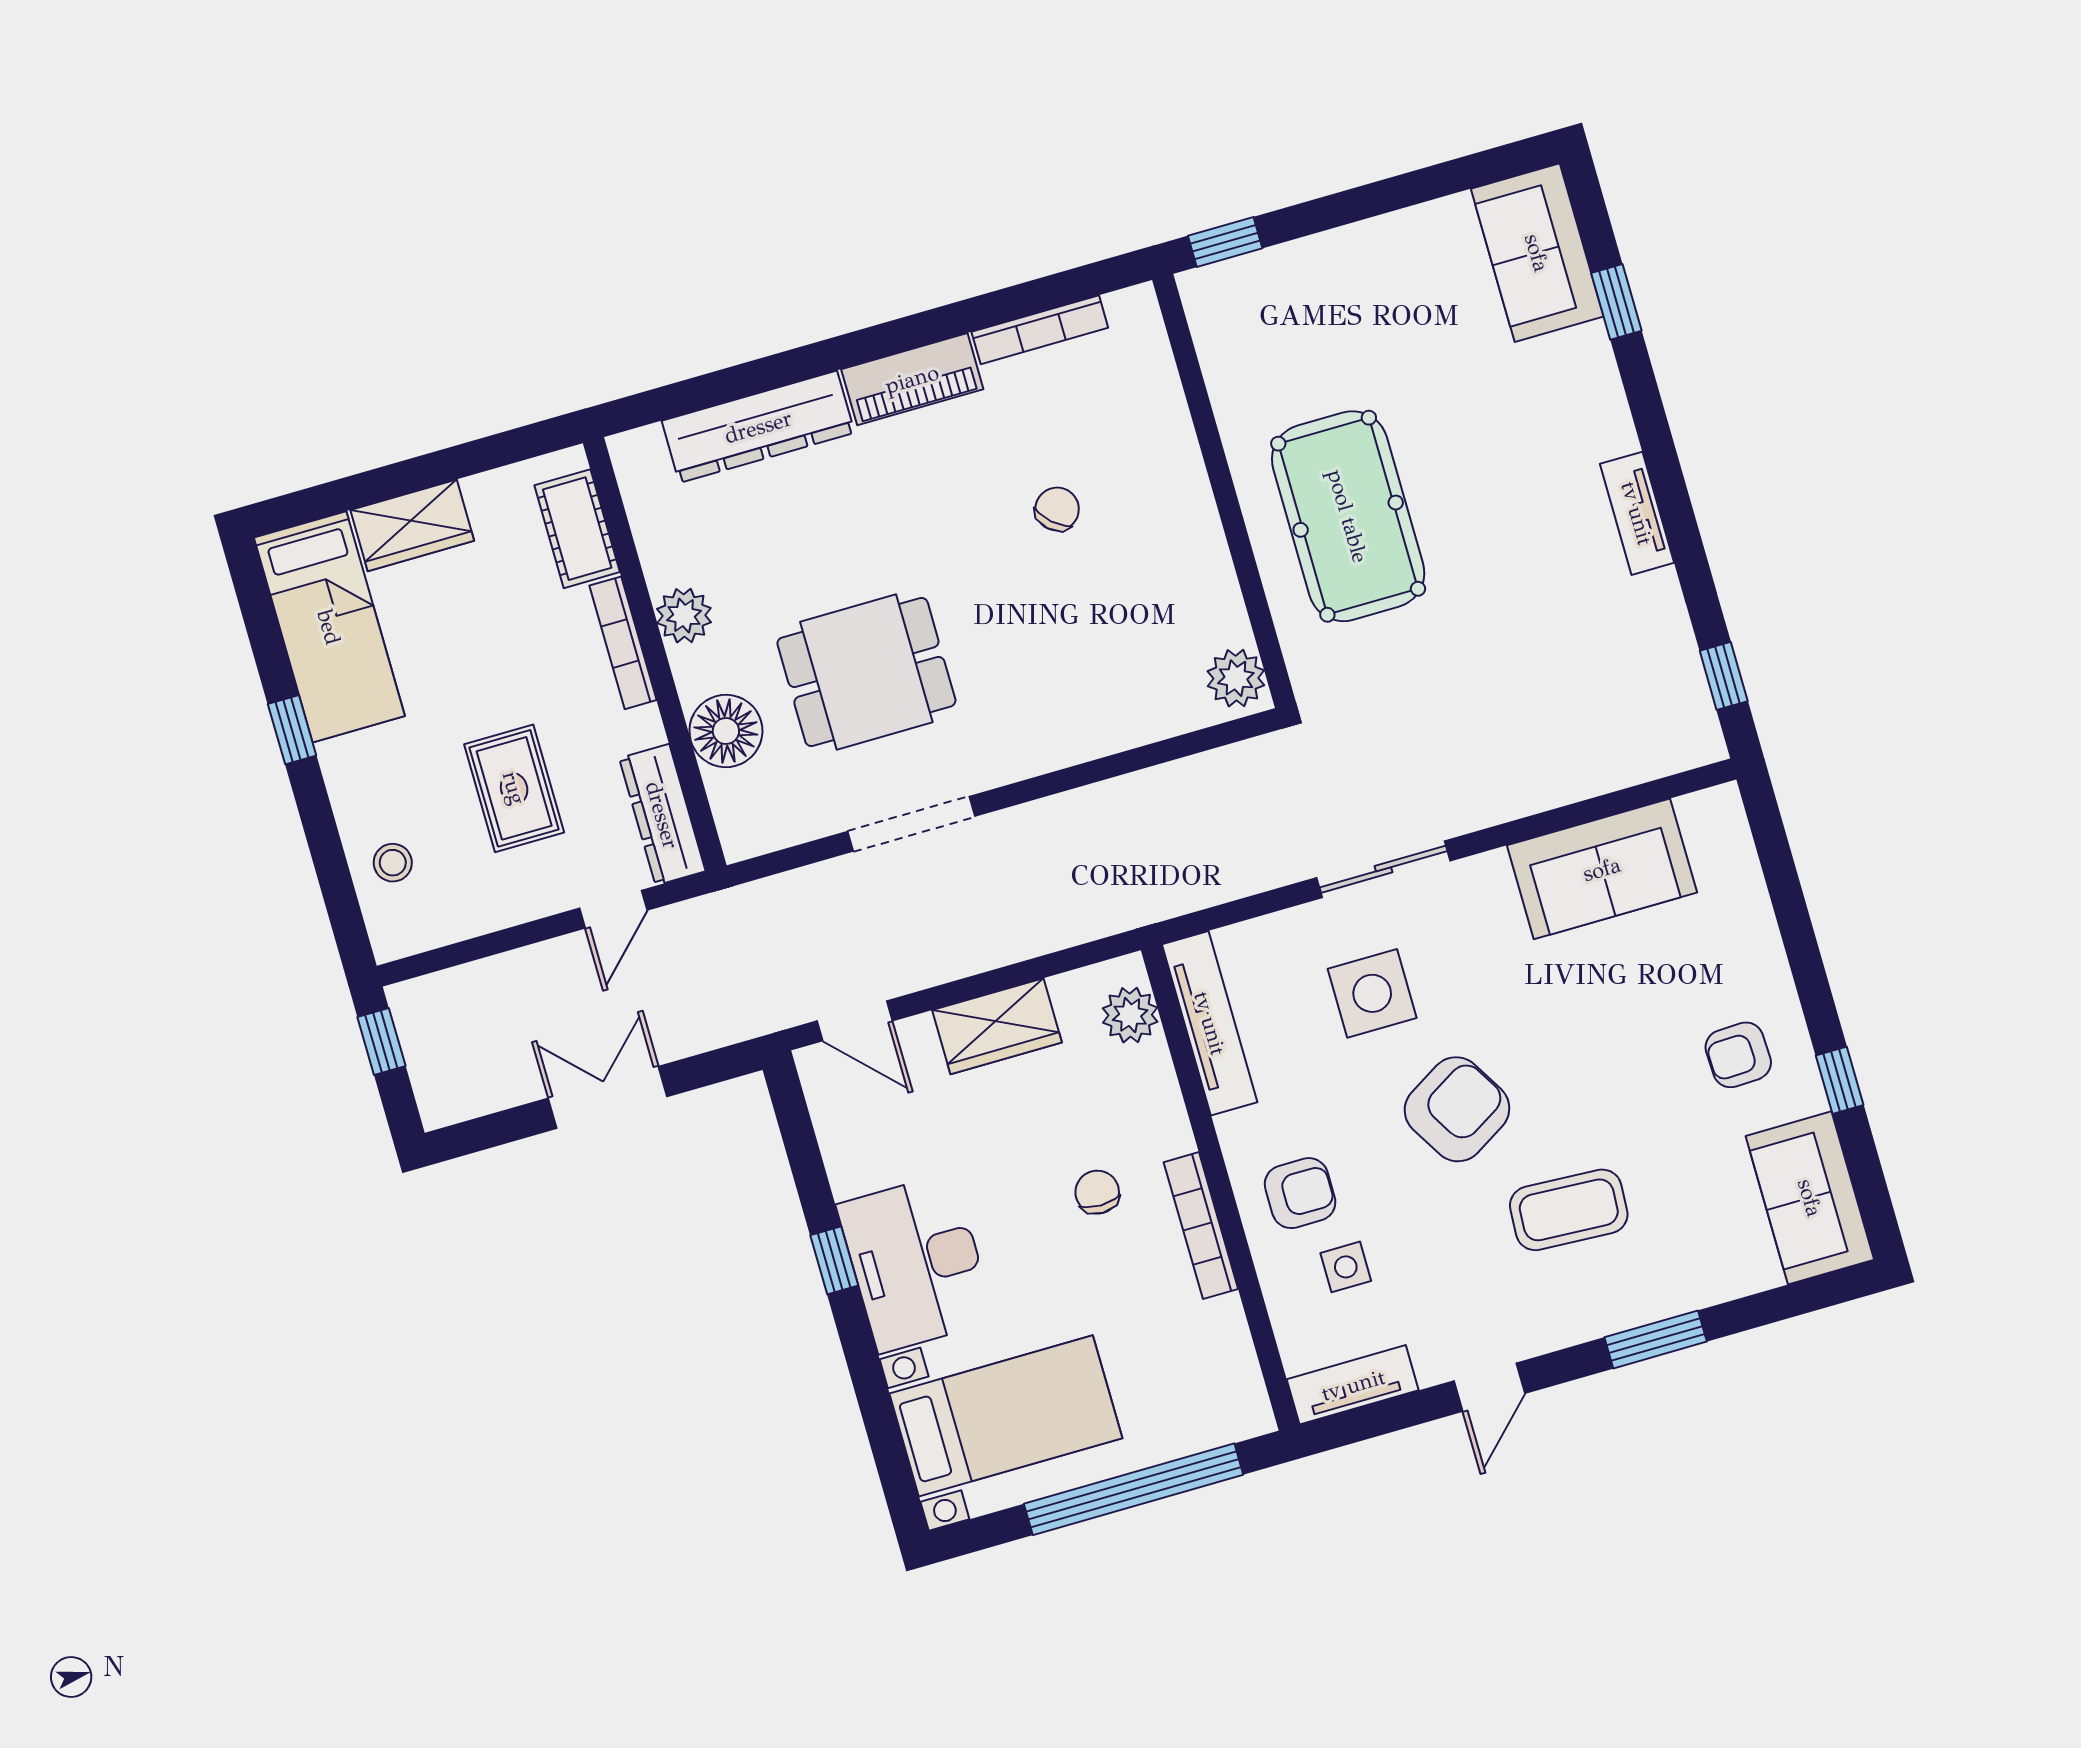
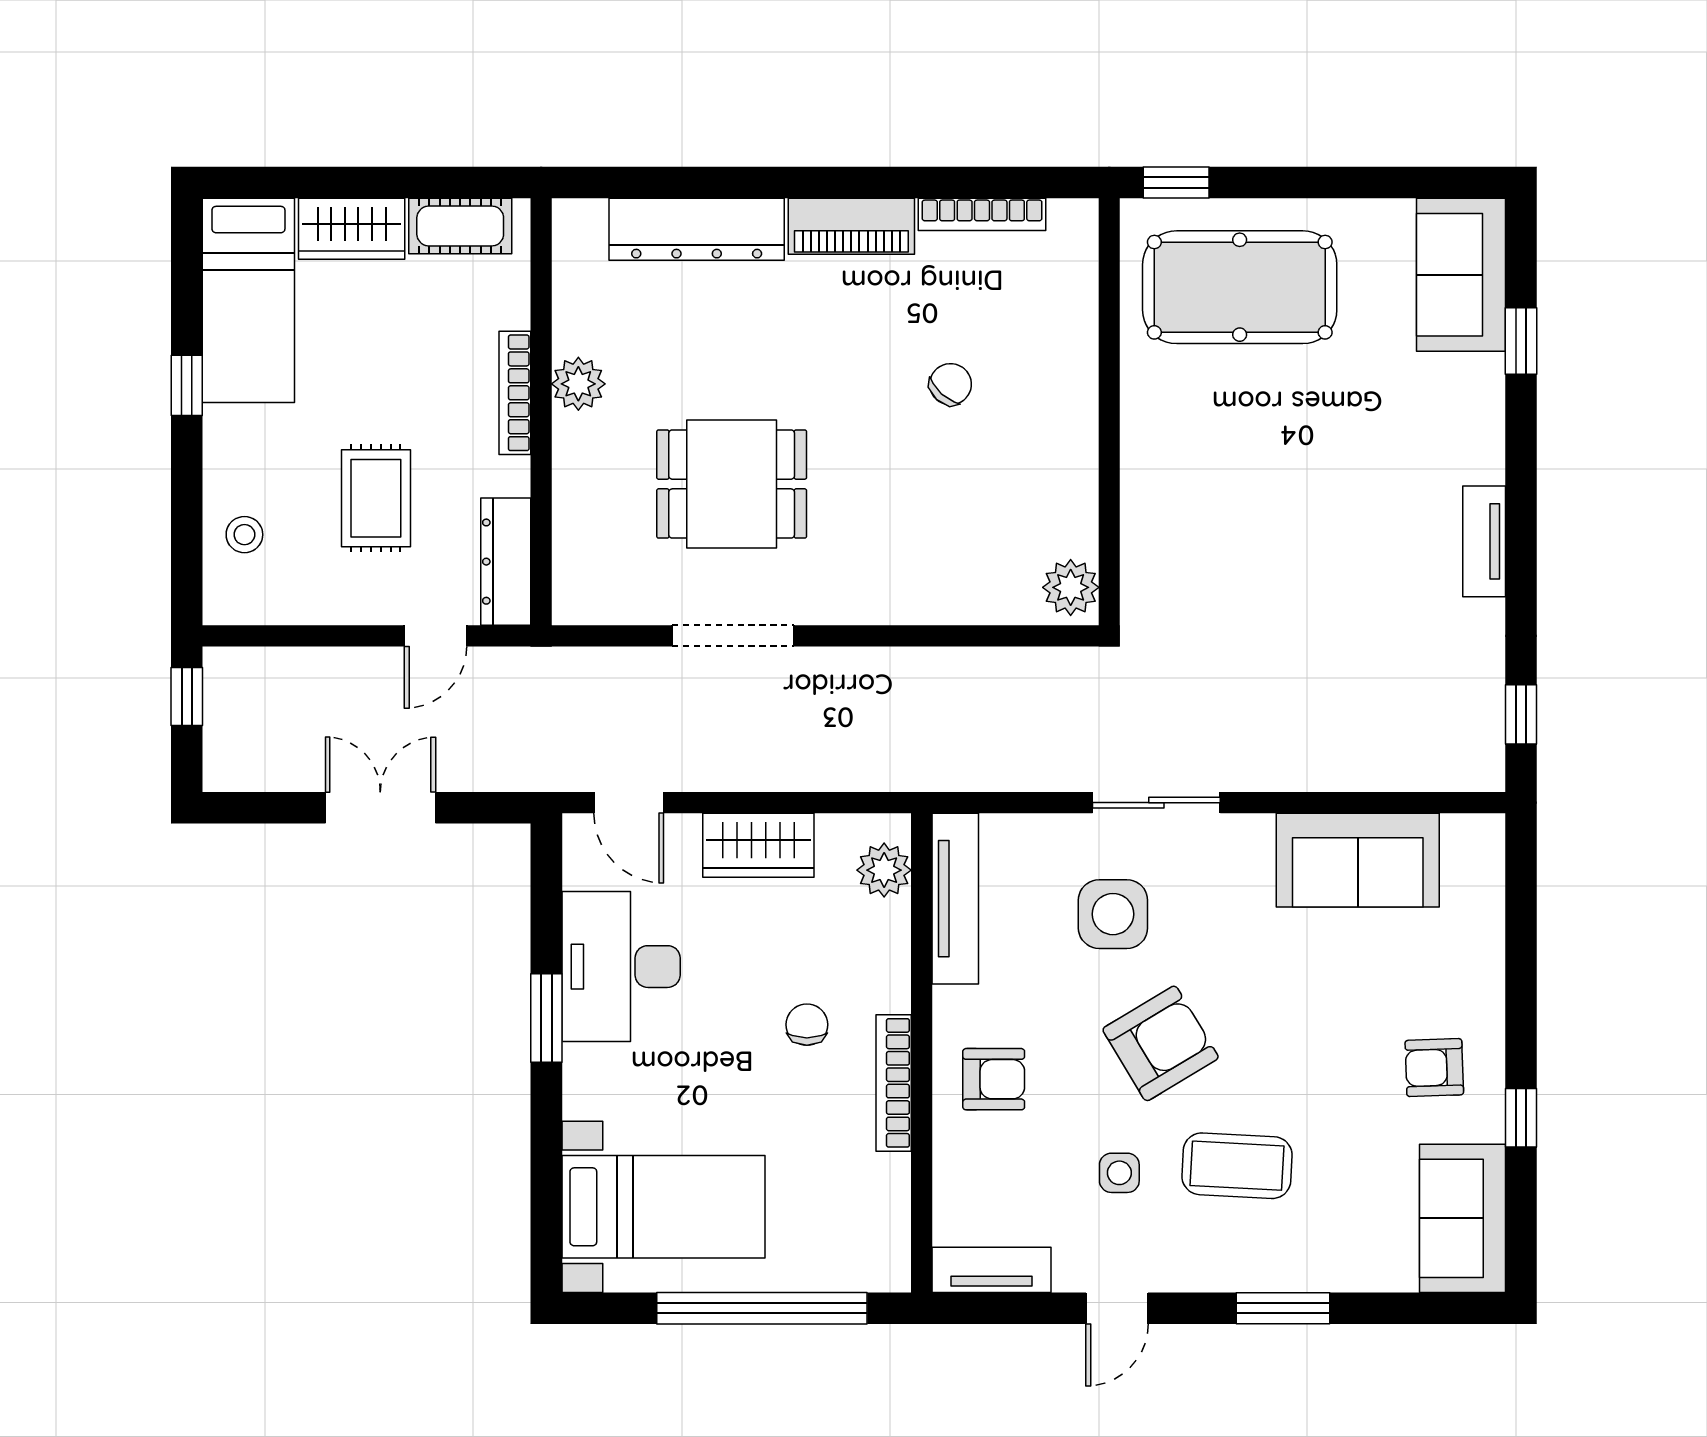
pool table: (1348, 516) -> (1240, 287), moved, turned 90
cot: (577, 529) -> (460, 226), moved, turned 90
floor lamp: (726, 731) -> (586, 501), removed
window: (834, 1260) -> (546, 1018), width x1.50
desk: (916, 1263) -> (621, 967), moved
side table: (1346, 1267) -> (1119, 1173), moved

